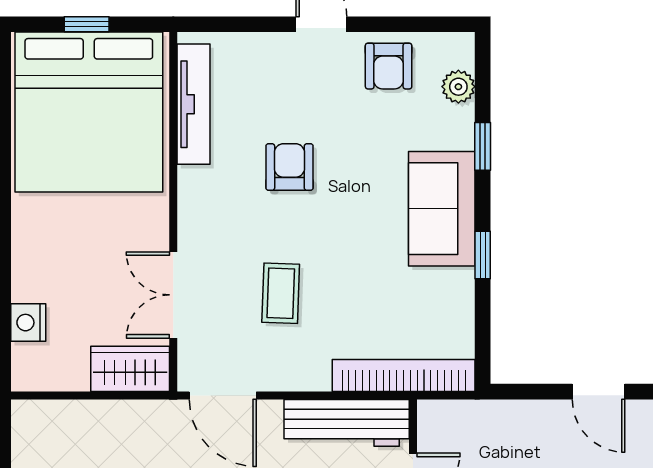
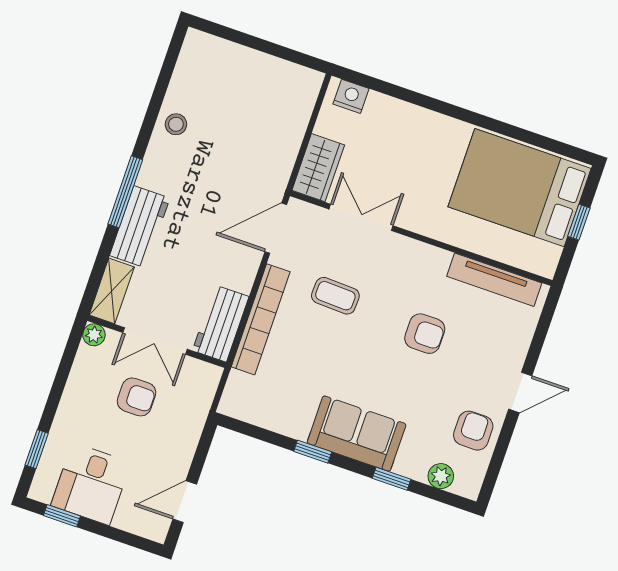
armchair: (389, 66) -> (473, 431), turned 90
bed: (89, 112) -> (520, 188), width x0.73
nightstand: (28, 323) -> (351, 96), moved
bookcase: (404, 375) -> (261, 319), moved
workbench: (347, 423) -> (221, 324), width x0.73

